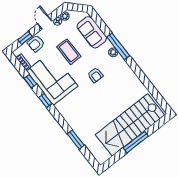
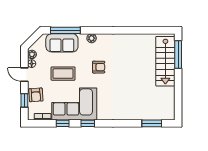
window: (118, 46) -> (65, 30), moved
stairs: (130, 125) -> (165, 61), width x0.73, depth x0.66
window: (76, 140) -> (152, 123), moved
window: (136, 142) -> (178, 55), moved

